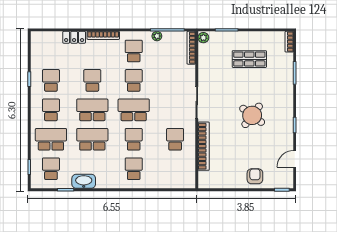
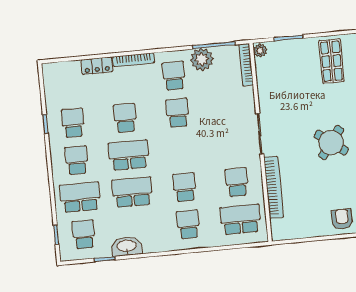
plant: (157, 36) -> (202, 59), width x1.88, depth x1.88
shop shelf: (249, 59) -> (331, 61), moved, turned 90
school desk: (134, 110) -> (240, 219), moved

